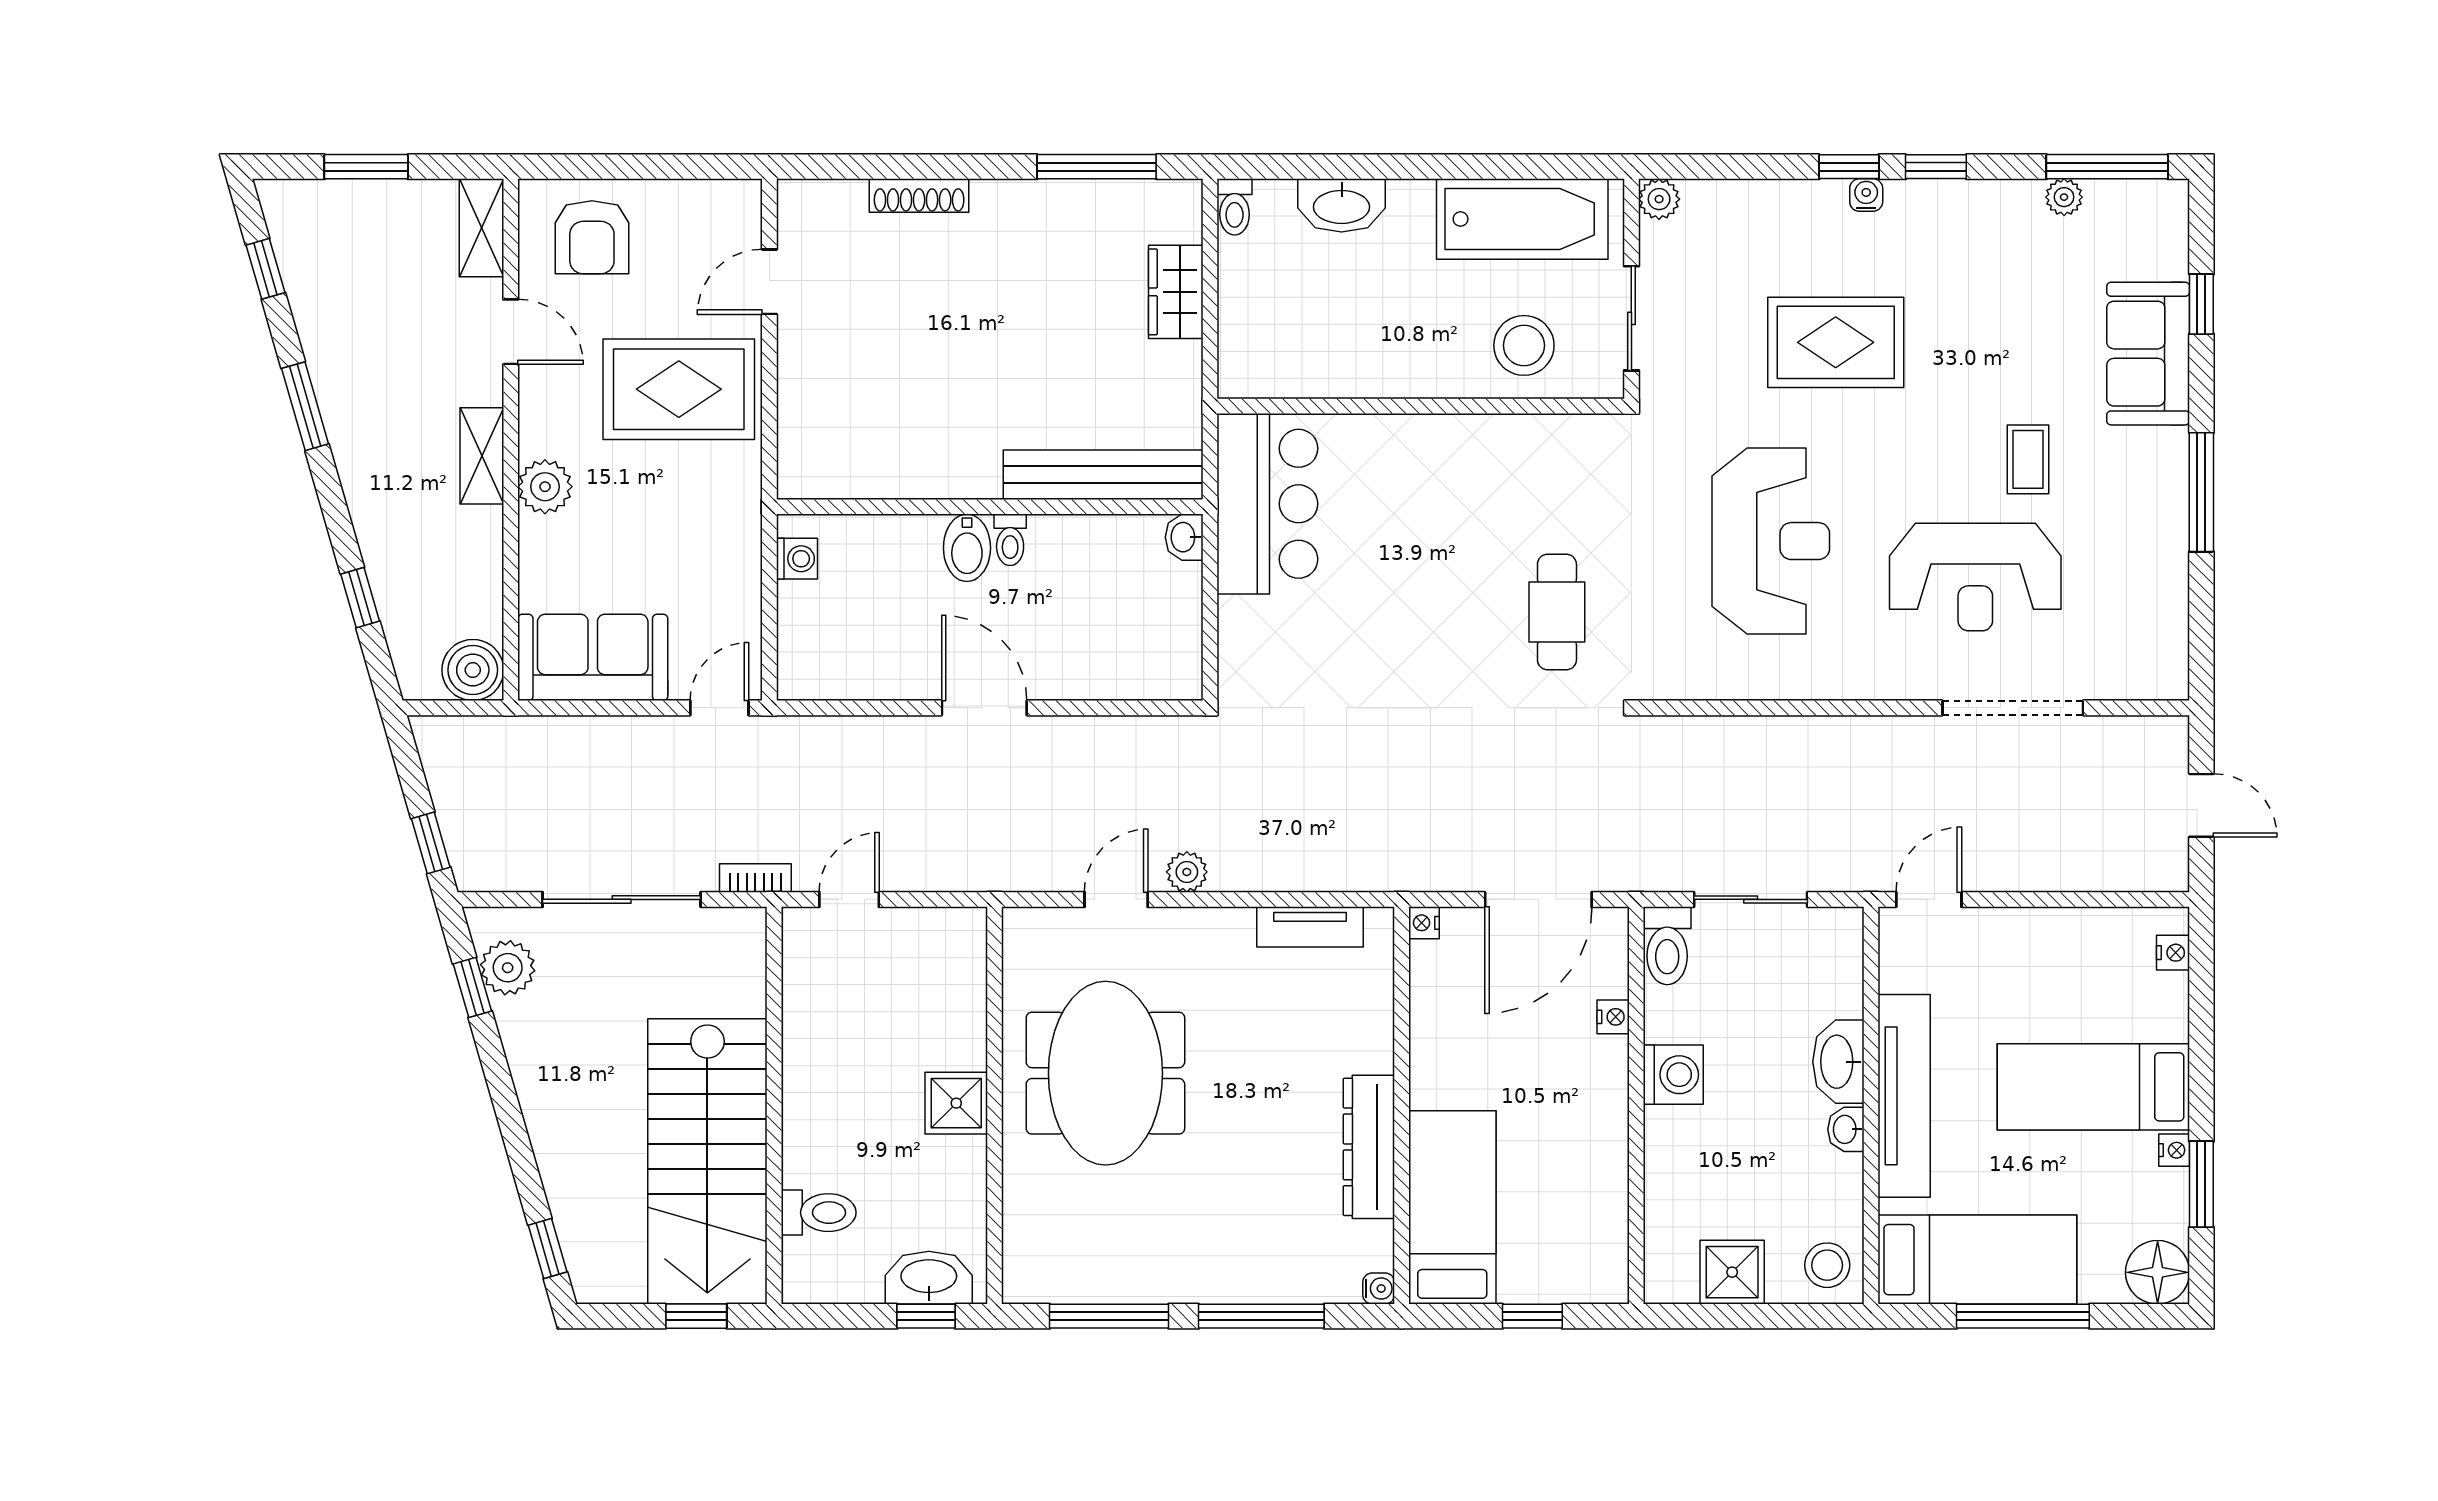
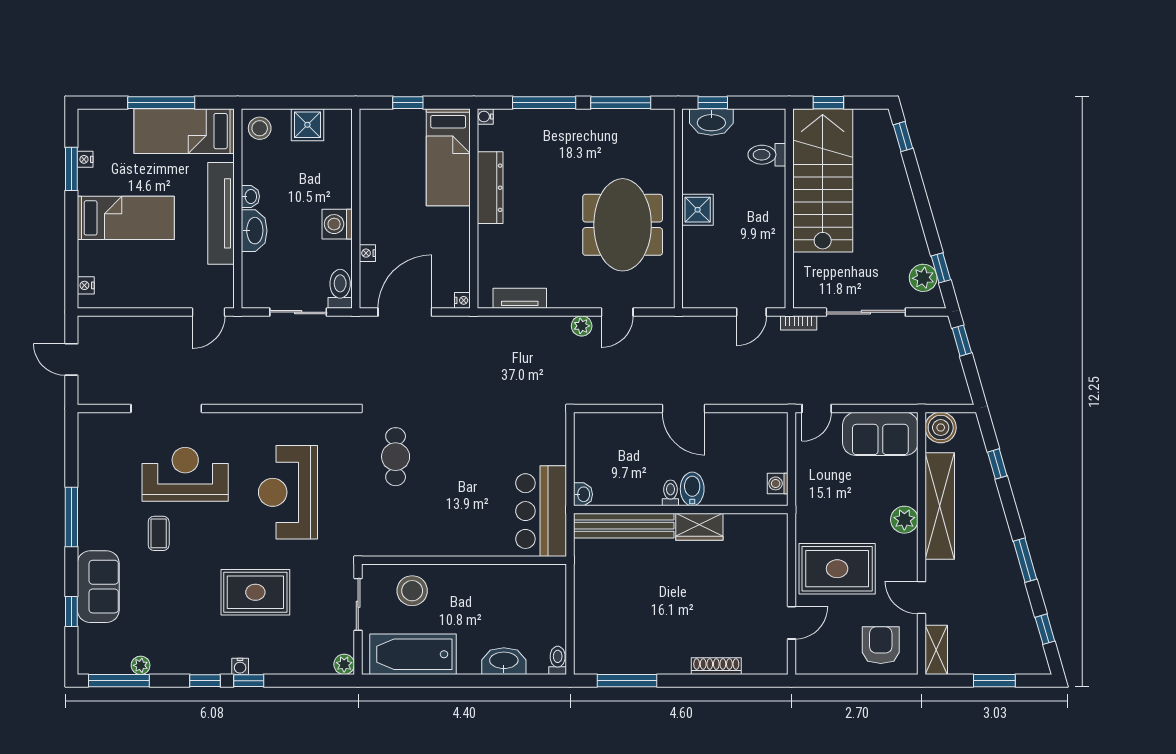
wardrobe: (1176, 292) -> (699, 527), moved, turned 90
shelving: (482, 456) -> (940, 506), width x2.20, depth x1.33
nightstand: (2174, 1150) -> (85, 159), moved
floor lamp: (2158, 1272) -> (94, 125), removed

